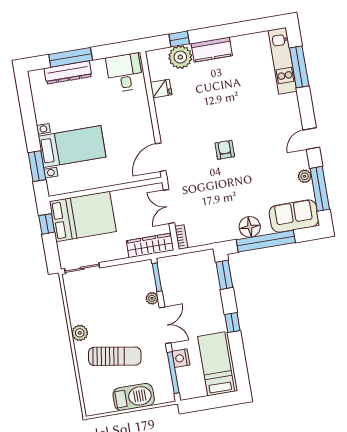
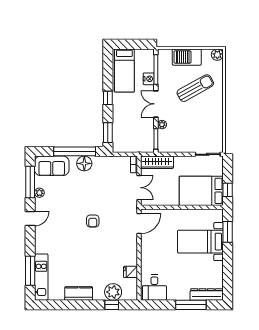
kitchen counter: (212, 50) -> (79, 293), moved
dresser: (68, 72) -> (207, 294), moved
plant: (80, 333) -> (217, 55), moved
sun lounger: (115, 356) -> (195, 88), turned 142

